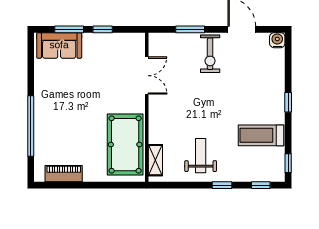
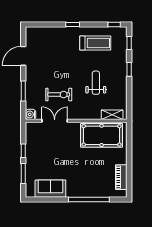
water cooler: (277, 40) -> (31, 114), moved
sofa: (59, 45) -> (50, 189), moved, turned -90
exercise bike: (210, 54) -> (59, 95), moved
treadmill: (261, 135) -> (95, 43), turned -90
weight bench: (201, 156) -> (96, 83), moved, turned 90

